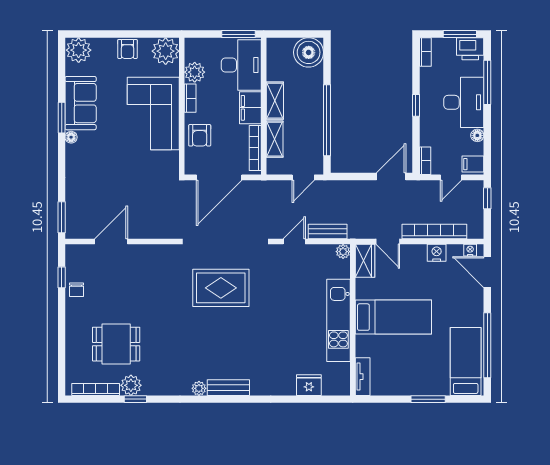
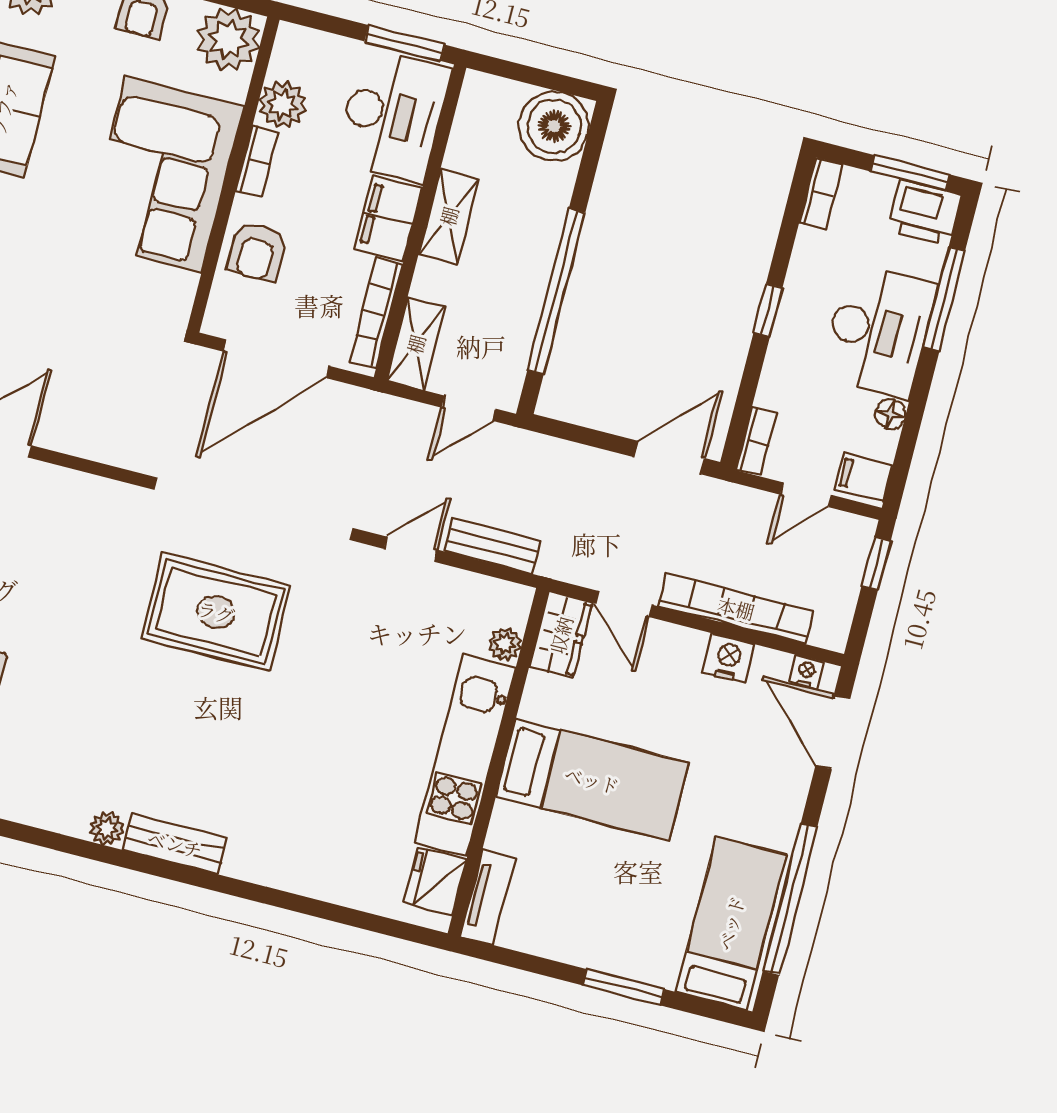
shelving: (275, 139) -> (416, 344), moved
plant: (343, 252) -> (505, 644), moved
fridge: (309, 385) -> (436, 881), moved, turned -90

